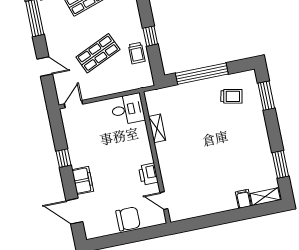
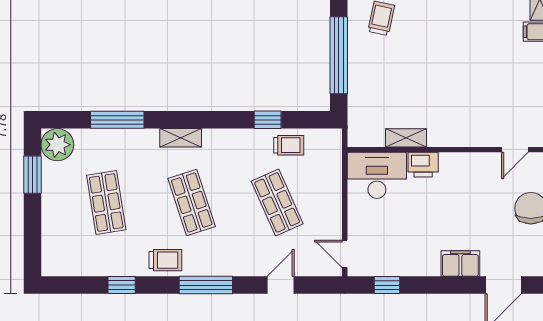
desk: (128, 109) -> (377, 175), width x1.37
window: (63, 158) -> (387, 285), moved
printer: (148, 174) -> (423, 165), moved

